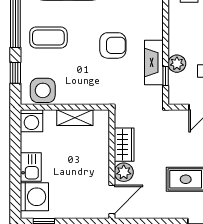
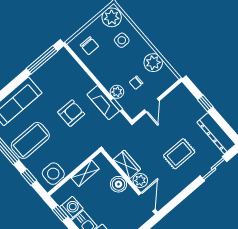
coffee table: (48, 37) -> (30, 140), width x1.36, depth x1.32
washing machine: (31, 121) -> (71, 208), moved, turned -90
window: (15, 136) -> (60, 213), added
boiler: (99, 157) -> (119, 184), added

